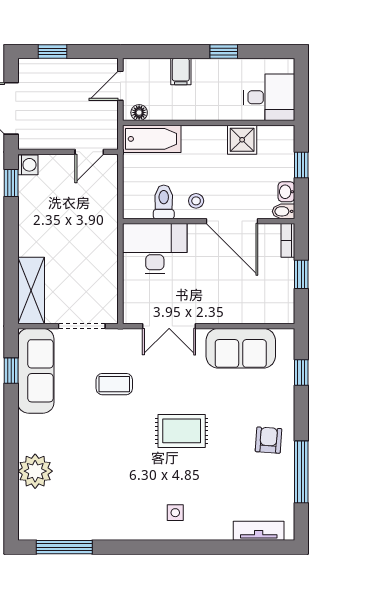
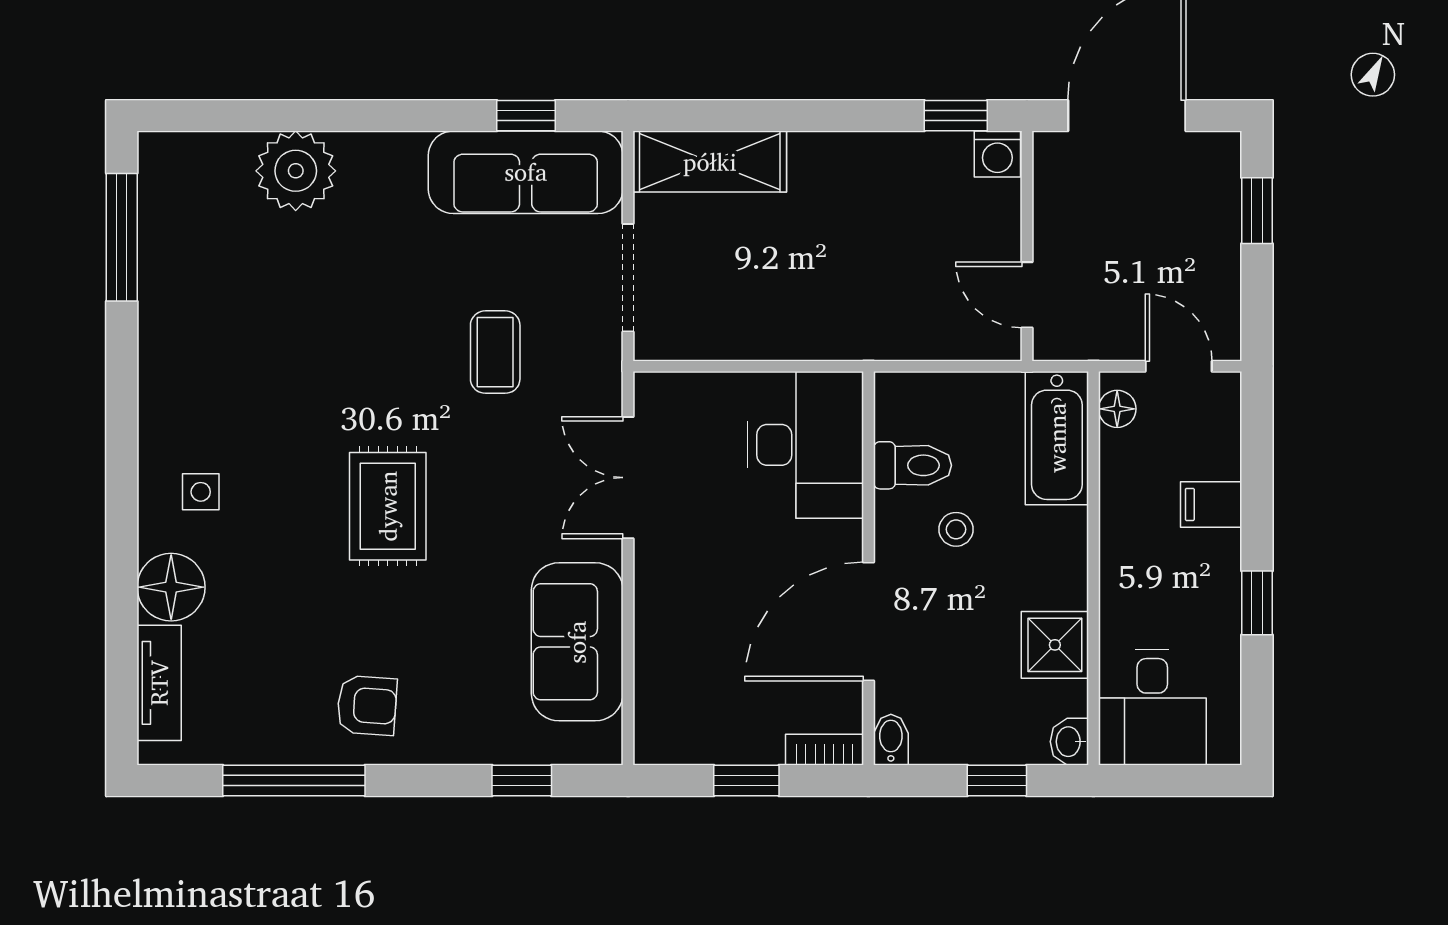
washbasin: (286, 192) -> (1069, 742), moved, turned -90
stool: (196, 201) -> (956, 529), moved
floor lamp: (217, 526) -> (171, 587), added

